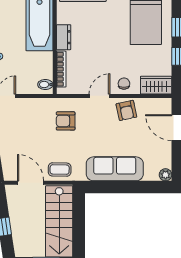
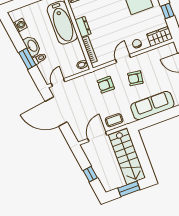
armchair: (126, 110) -> (135, 78), moved, turned 110
door: (31, 183) -> (97, 137), hinge flipped

